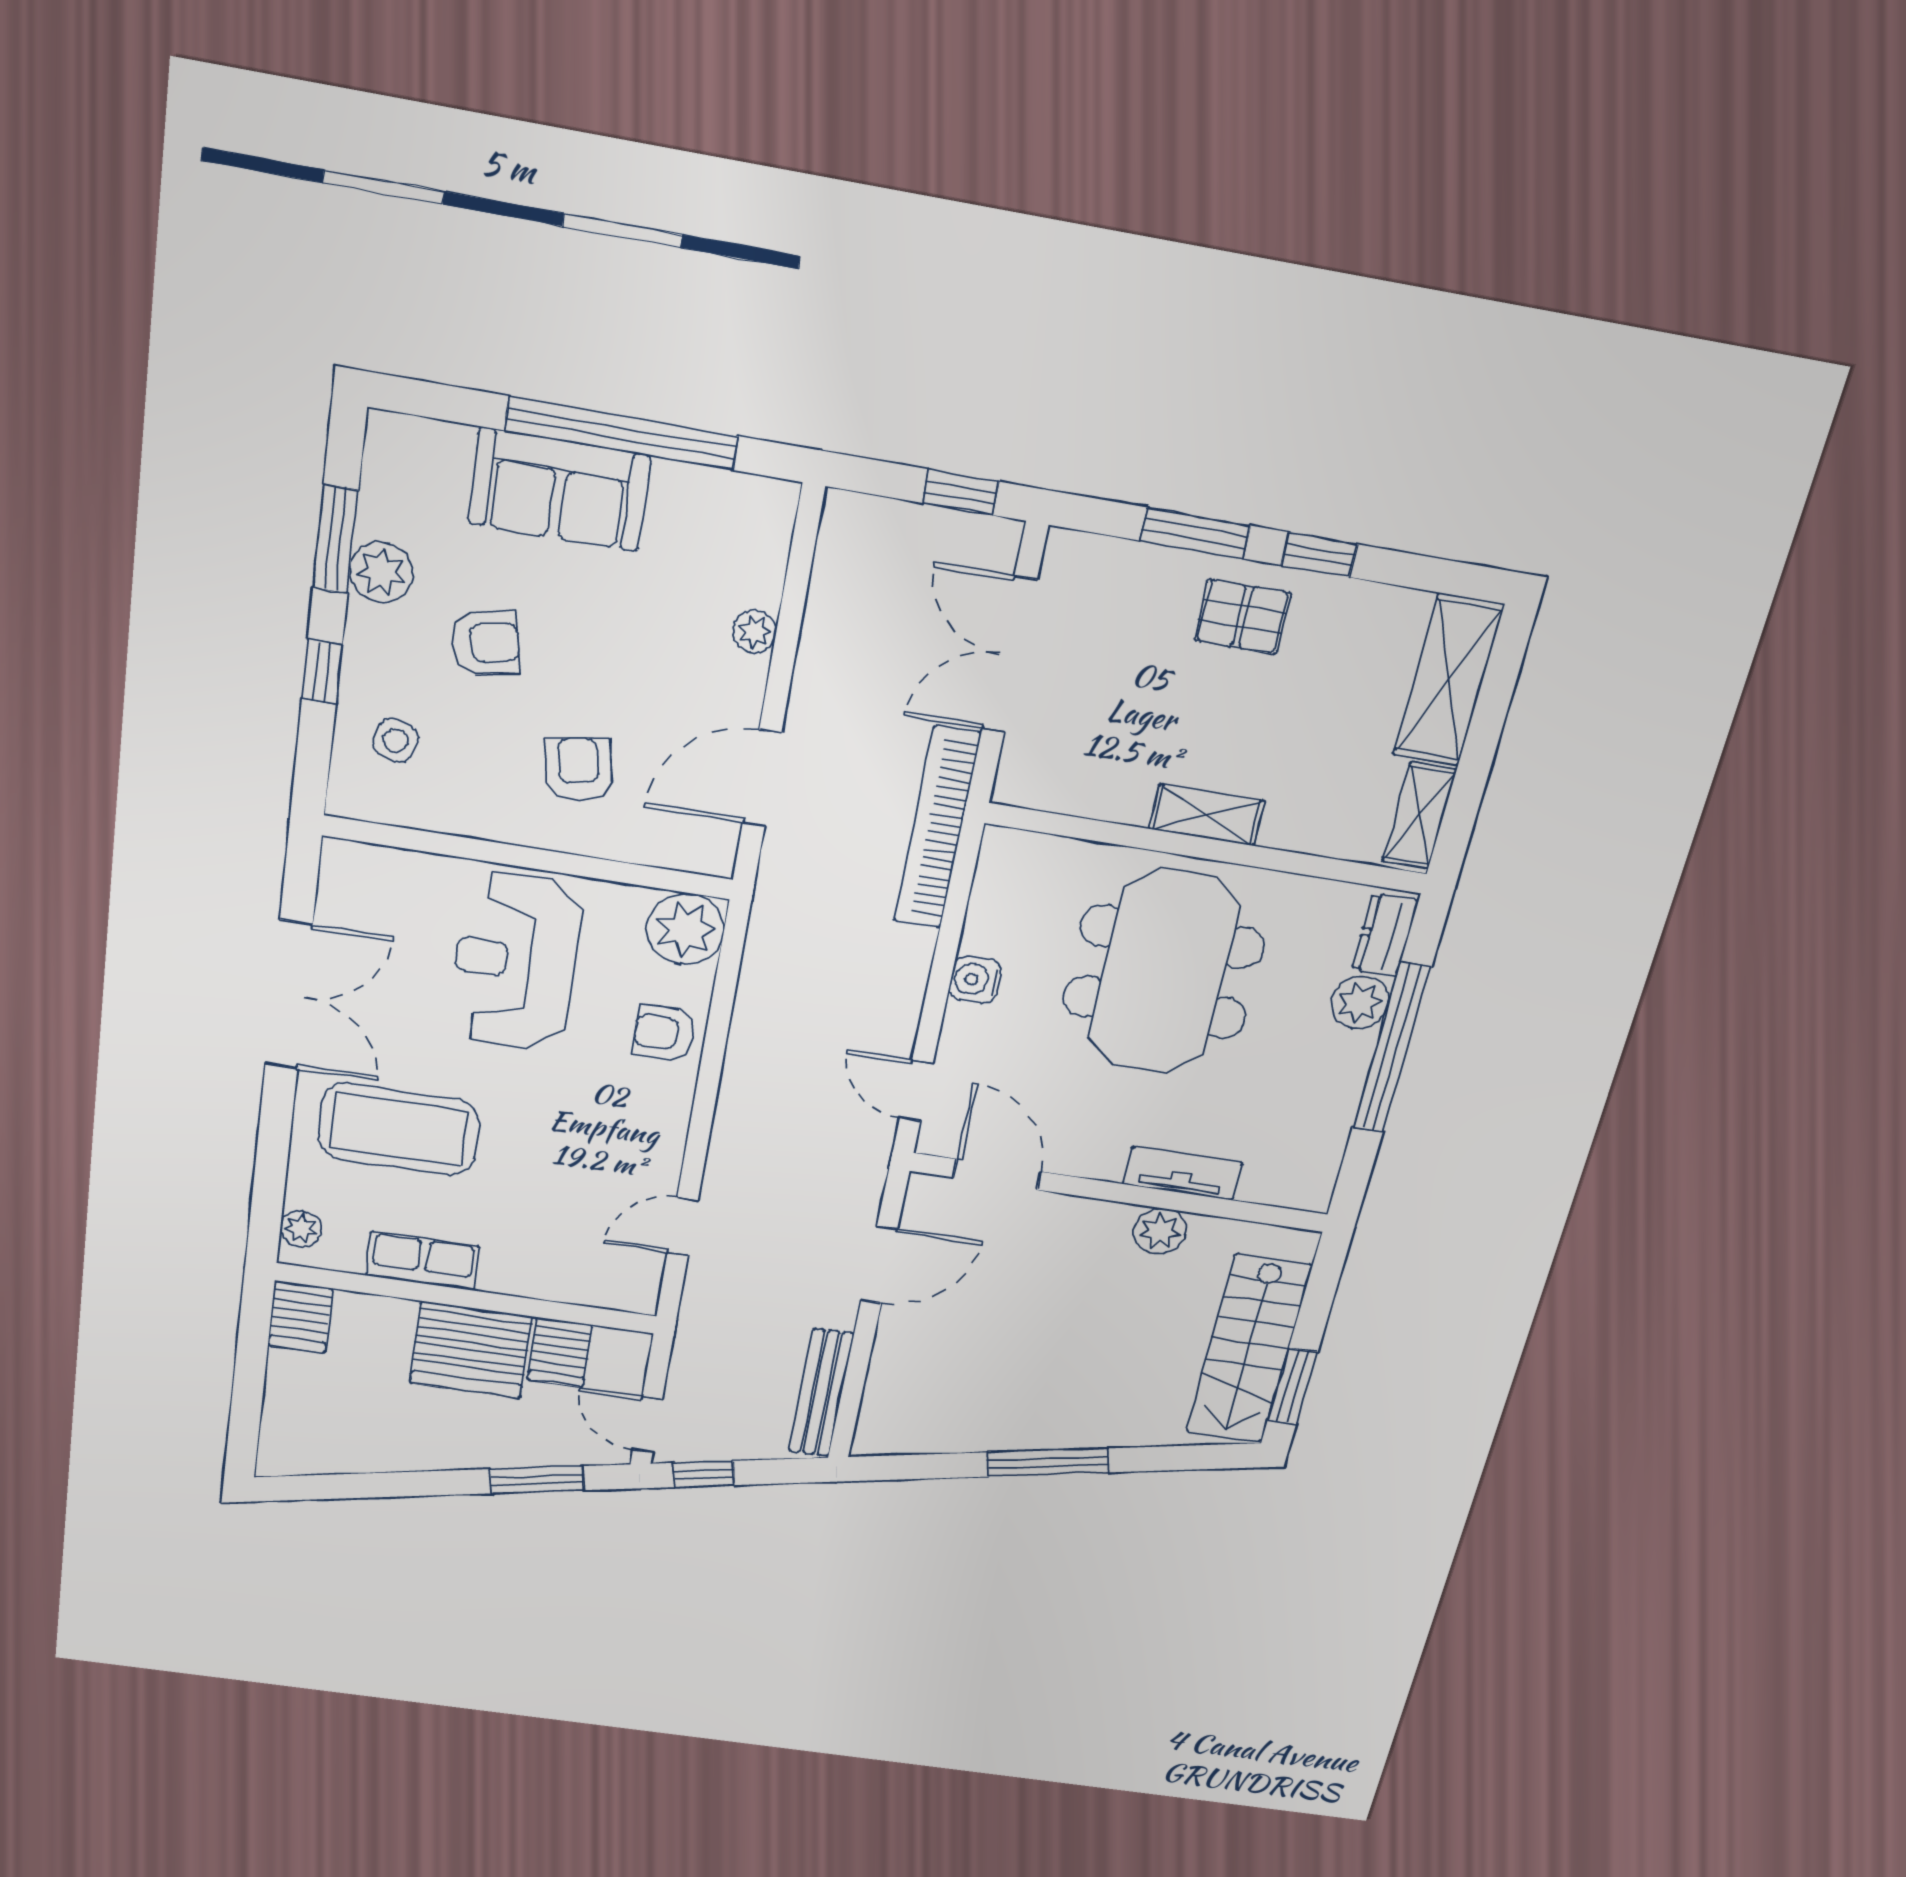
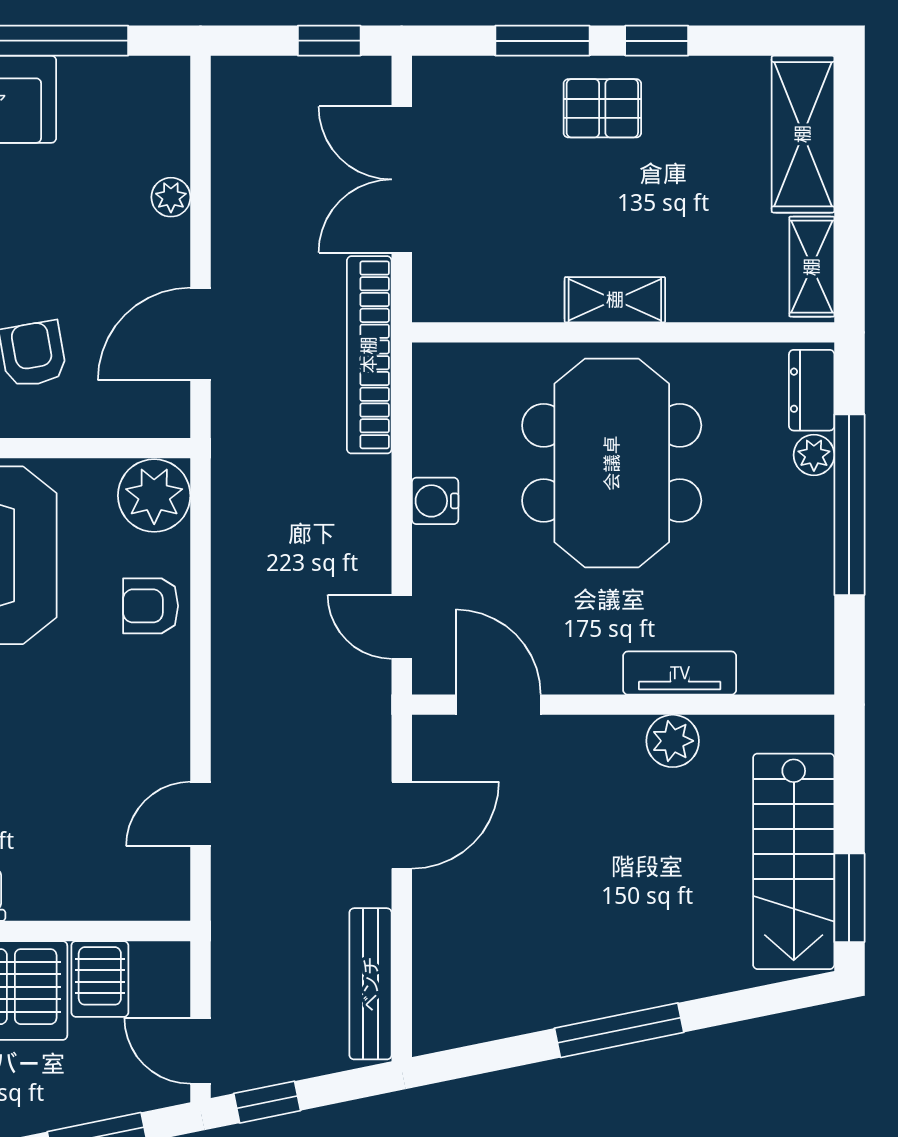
plant: (1360, 1003) -> (814, 455), width x0.73, depth x0.73

